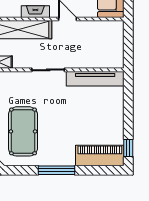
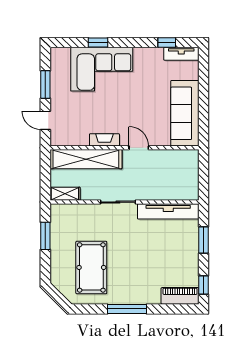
window: (128, 106) -> (203, 240), added
piano: (100, 156) -> (180, 296), width x0.73, depth x0.75

